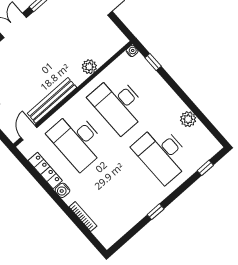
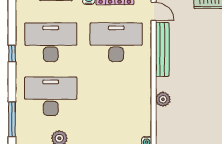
desk: (118, 104) -> (51, 42), moved
window: (205, 168) -> (12, 119), width x2.17

